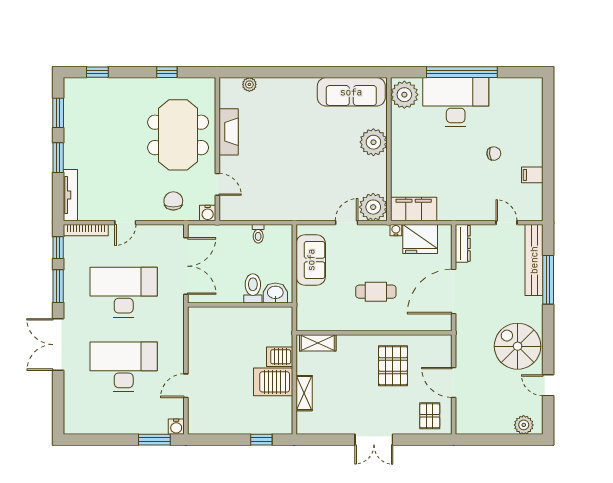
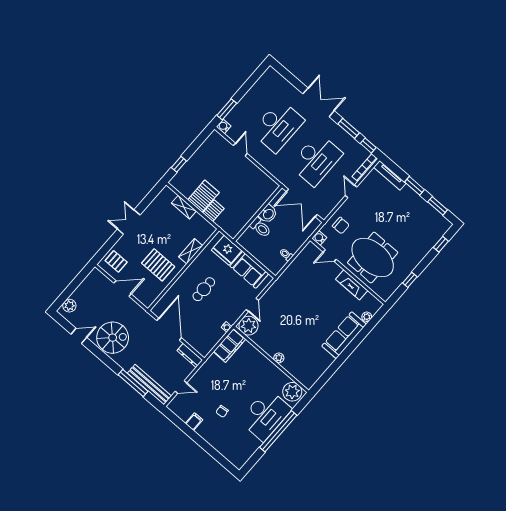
sofa: (351, 92) -> (344, 335), moved
plant: (373, 142) -> (279, 358), width x0.53, depth x0.53
fridge: (420, 239) -> (227, 250), moved, turned -90
washbasin: (275, 293) -> (268, 214), moved
shelving: (318, 343) -> (191, 251), moved

